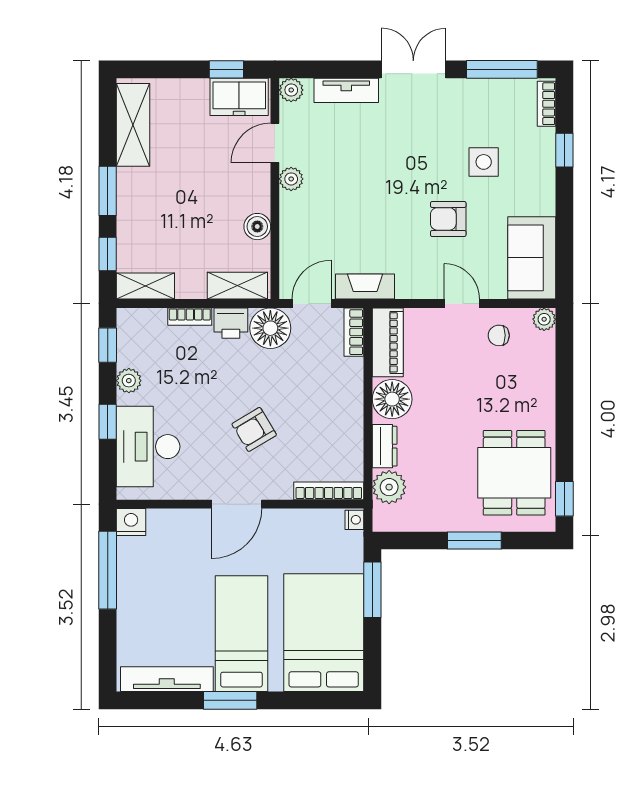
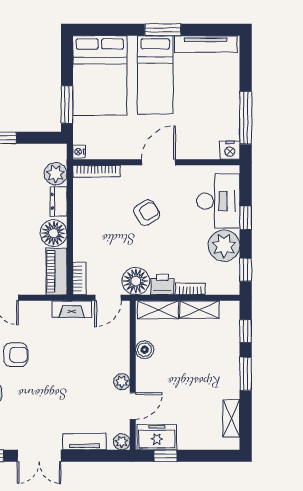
shelving: (133, 125) -> (231, 418), width x0.67, depth x0.75
shelving: (145, 286) -> (199, 310), moved
plant: (129, 381) -> (224, 246), width x1.88, depth x1.88

